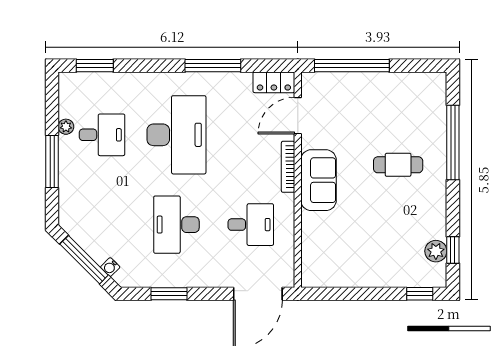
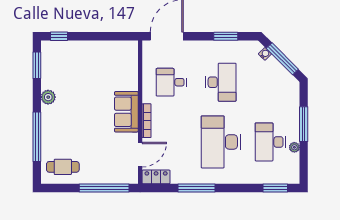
desk: (102, 135) -> (270, 142), width x1.37
cafe table: (398, 165) -> (63, 167), moved
window: (453, 250) -> (37, 65), width x1.50
plant: (436, 251) -> (48, 97), moved

